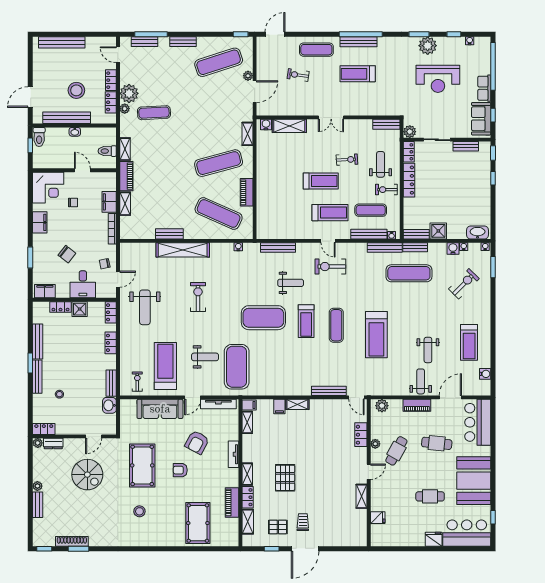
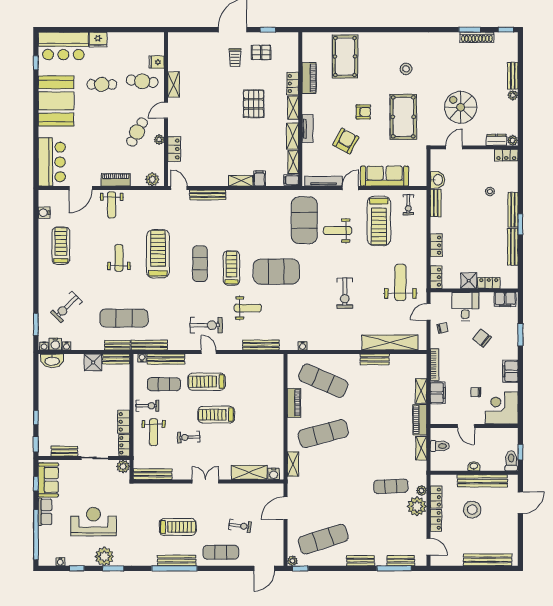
plant: (248, 76) -> (292, 561), moved
bench: (386, 124) -> (153, 474), width x1.36
locker: (409, 180) -> (124, 422), width x0.66
water cooler: (453, 248) -> (55, 344), moved
shelving: (183, 250) -> (390, 343), moved
weight bench: (291, 283) -> (248, 308), turned 180
weight bench: (428, 350) -> (119, 258), moved
cafe table: (437, 443) -> (142, 81), moved
shelving: (248, 522) -> (293, 136), moved

